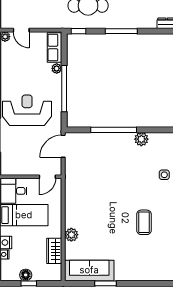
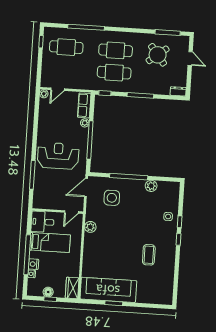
door: (21, 30) -> (58, 89), hinge flipped
side table: (95, 157) -> (112, 198), added
plant: (71, 235) -> (90, 227), moved
wardrobe: (54, 251) -> (72, 288), moved
sofa: (89, 270) -> (108, 290), width x1.36, depth x1.27

